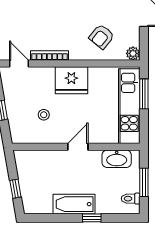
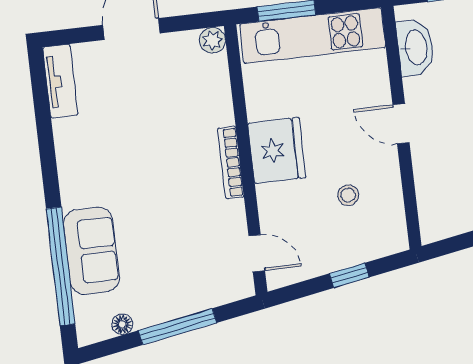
armchair: (102, 37) -> (188, 103), removed
bookcase: (49, 55) -> (231, 163), moved
door: (19, 63) -> (257, 253), swing flipped

